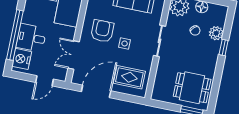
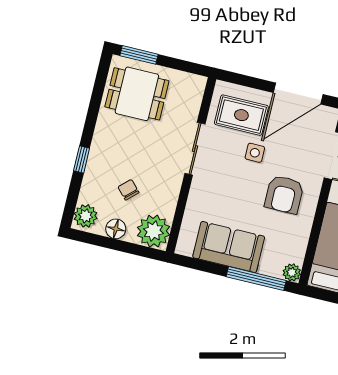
plant: (216, 33) -> (86, 216), moved
sliding door: (160, 41) -> (195, 149), moved
side table: (125, 43) -> (255, 153), moved

